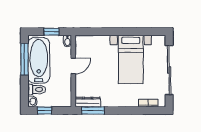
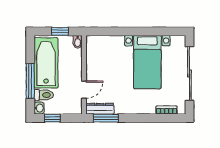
window: (24, 59) -> (30, 81), moved
door: (73, 66) -> (84, 90), moved

